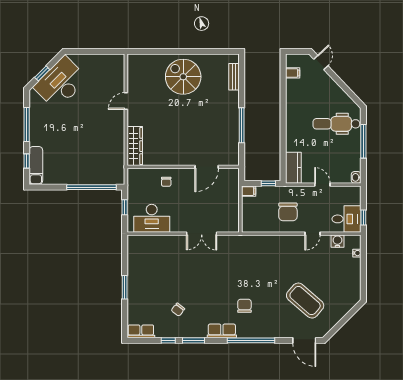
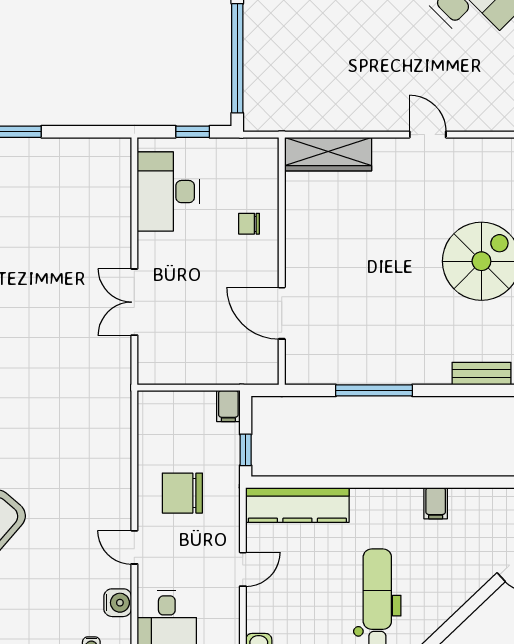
filing cabinet: (293, 73) -> (436, 503), moved
kitchen counter: (293, 168) -> (297, 505), width x1.50

